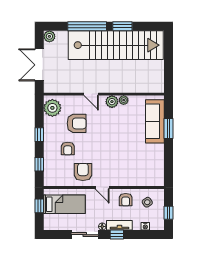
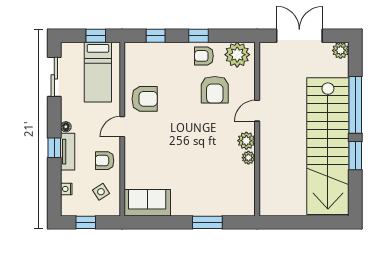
sofa: (155, 121) -> (147, 203), moved, width x0.73
armchair: (68, 149) -> (204, 56), moved
sliding door: (85, 235) -> (54, 77), moved

